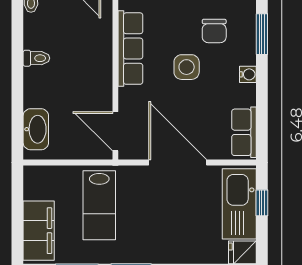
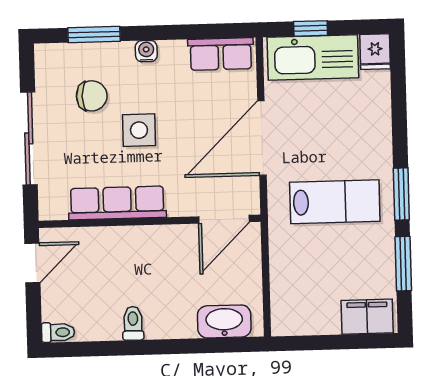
lab bench: (99, 205) -> (335, 202), moved
filing cabinet: (39, 231) -> (367, 317), width x0.67, depth x0.86

